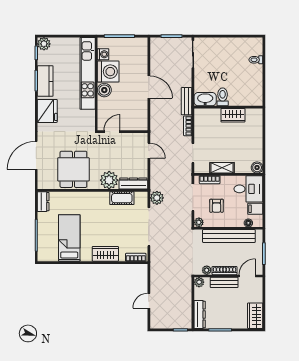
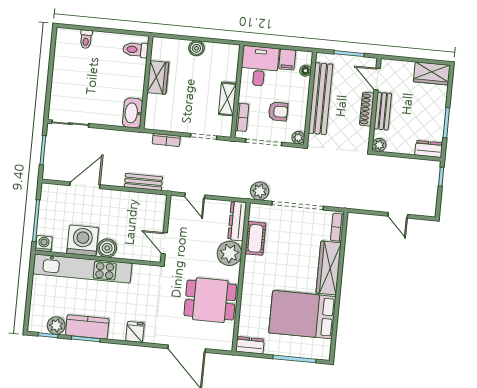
plant: (44, 44) -> (56, 326), moved
washing machine: (103, 54) -> (44, 244), moved
door: (149, 87) -> (85, 185), moved
toilet: (223, 97) -> (135, 50), moved
bench: (187, 101) -> (143, 182), moved
fridge: (47, 111) -> (135, 332), width x0.53, depth x0.75
door: (149, 151) -> (195, 196), swing flipped
boiler: (257, 168) -> (196, 48), moved
bed: (69, 238) -> (302, 315), width x1.50
wardrobe: (105, 254) -> (329, 268), width x1.50
plant: (207, 270) -> (364, 133), removed
dresser: (200, 315) -> (429, 149), width x0.70

